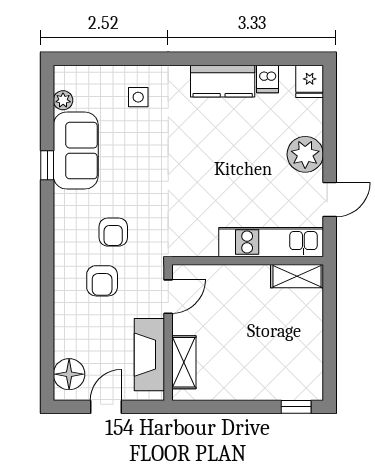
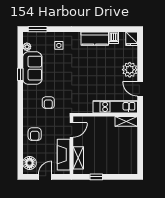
window: (88, 59) -> (38, 29), added
door: (330, 200) -> (140, 89), swing flipped
armchair: (102, 281) -> (35, 134), moved
window: (296, 407) -> (96, 177), moved

